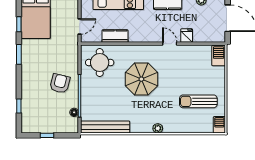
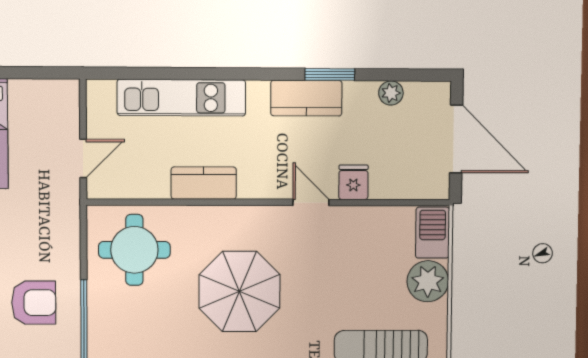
kitchen counter: (115, 36) -> (204, 183), moved
plant: (217, 75) -> (428, 281), added
armchair: (60, 83) -> (34, 303), turned 76

